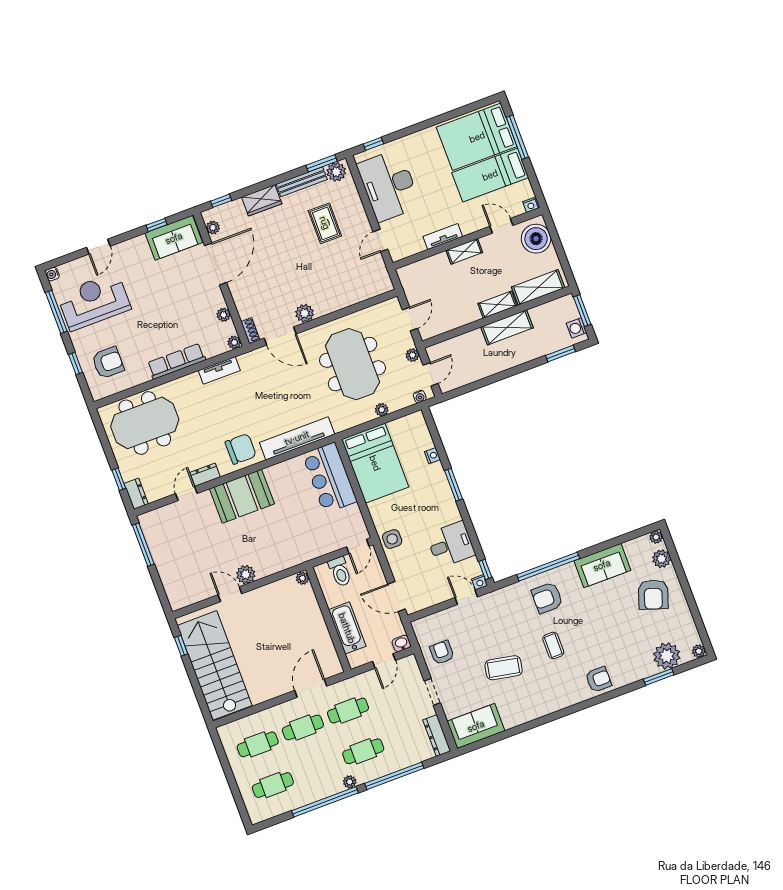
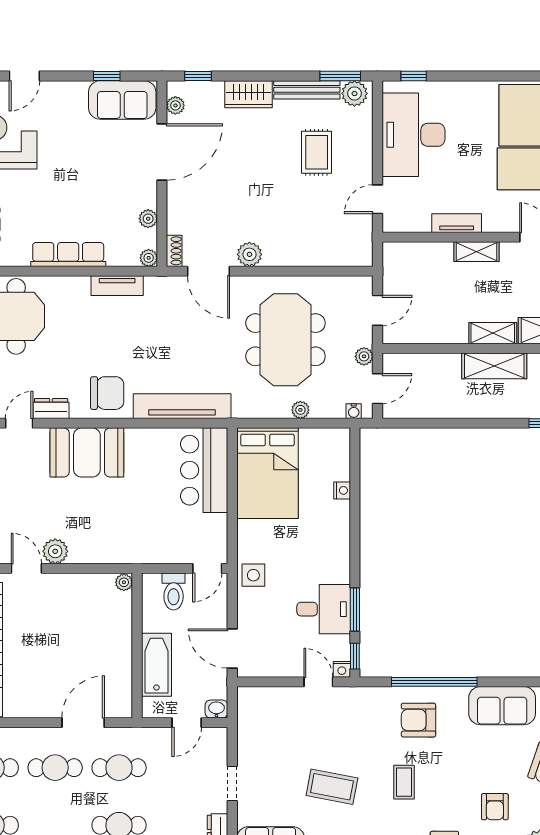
window: (454, 485) -> (355, 610), moved
armchair: (442, 653) -> (495, 807), moved, turned 180

